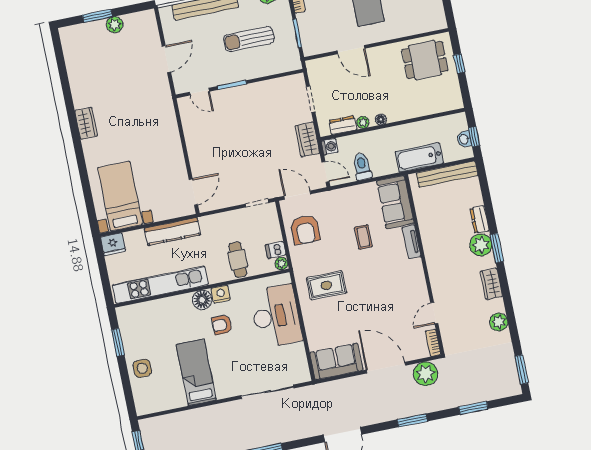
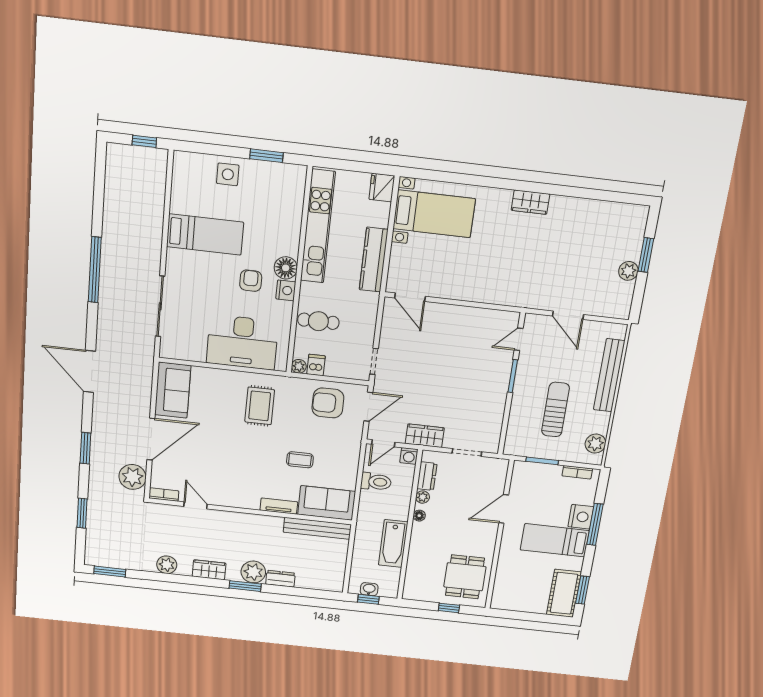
bathtub: (419, 157) -> (393, 544), moved, turned 180
bench: (447, 174) -> (317, 528), moved, turned 90

